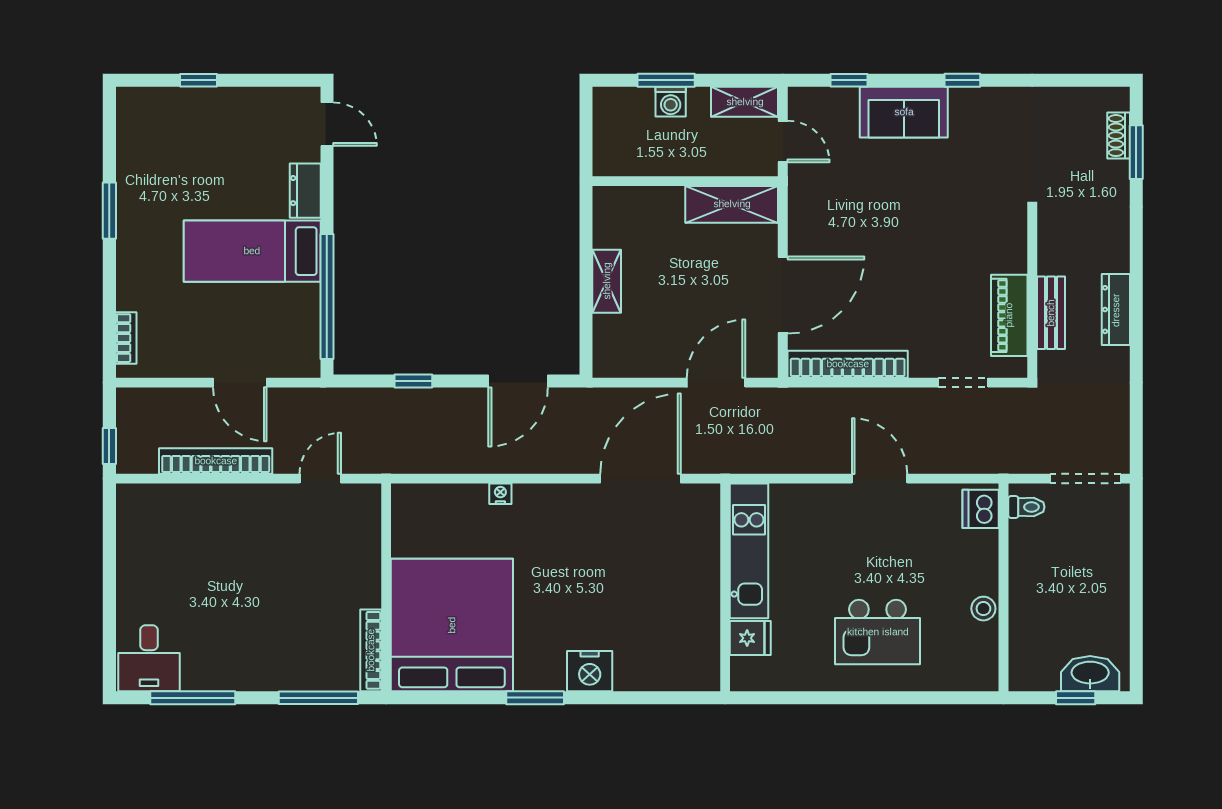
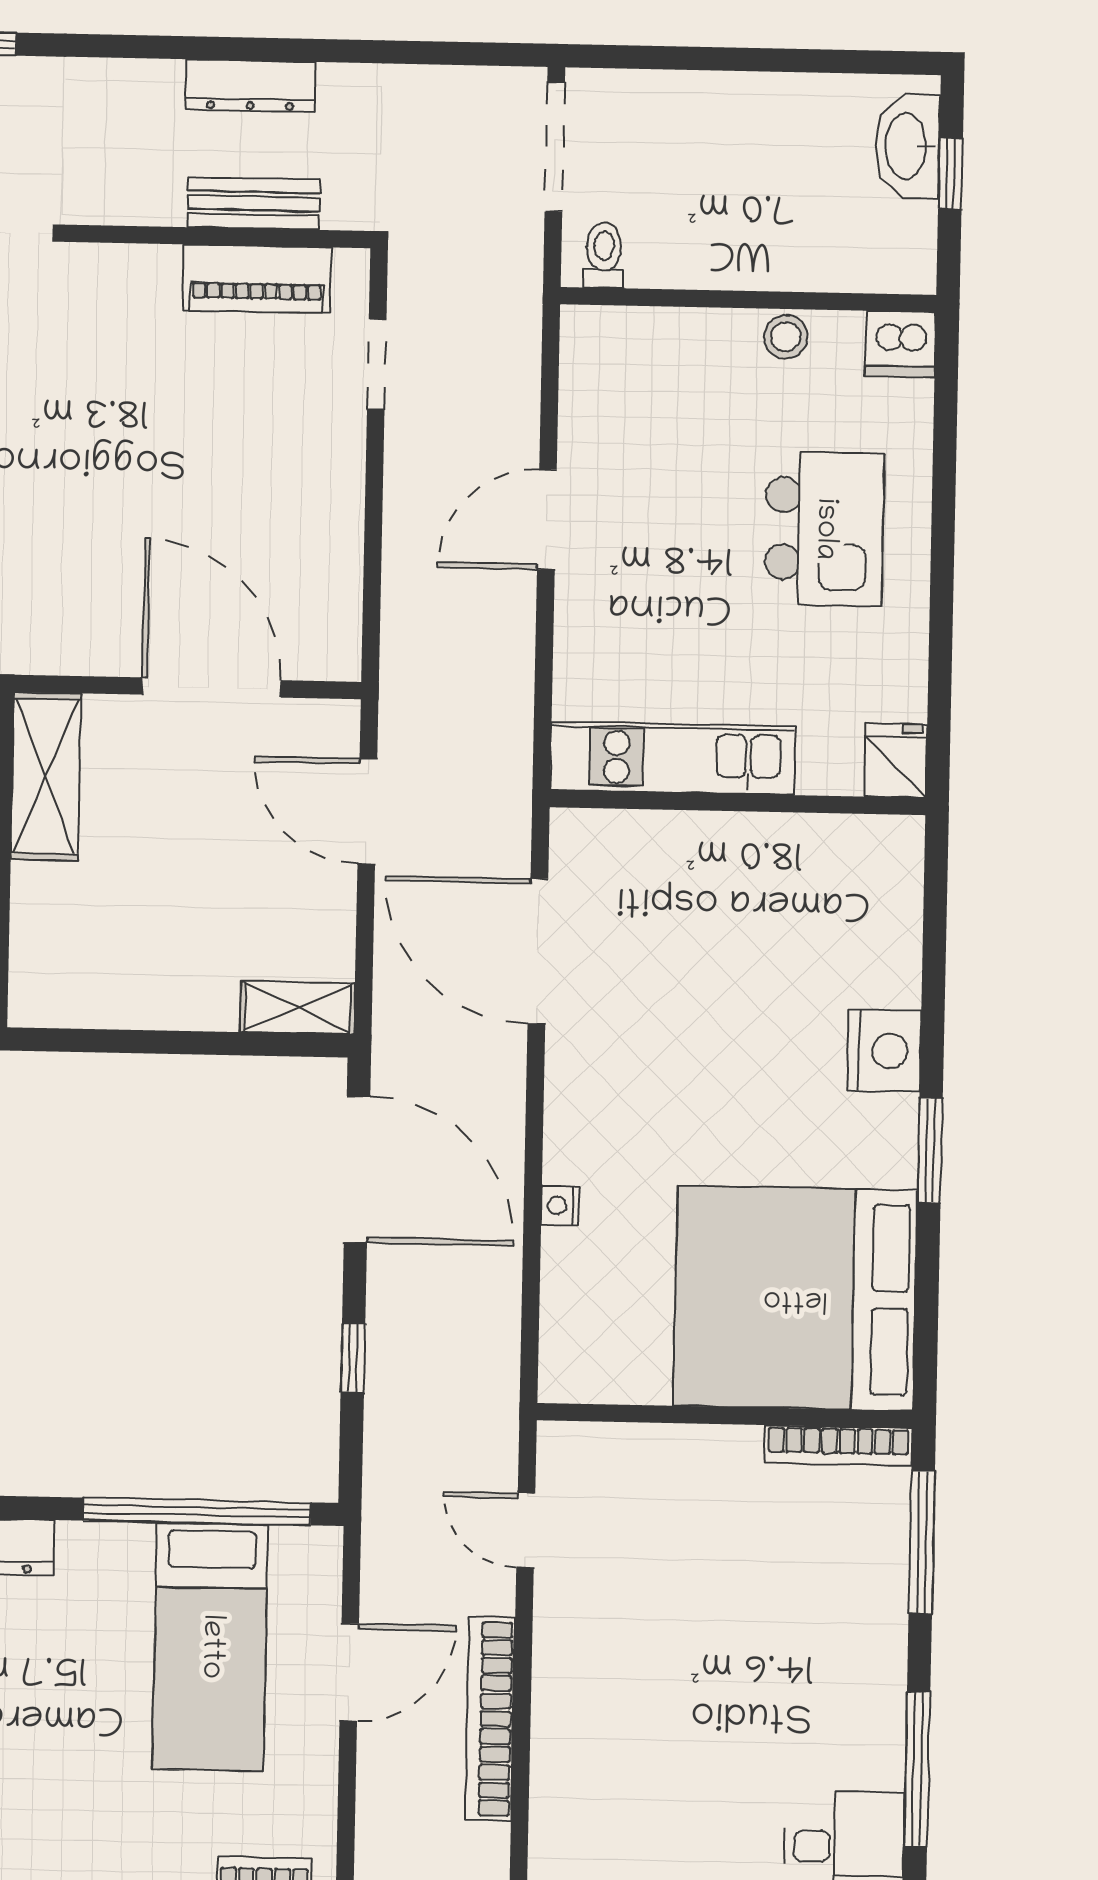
bed: (252, 251) -> (210, 1647), moved
shelving: (607, 281) -> (297, 1008), moved
bookcase: (848, 364) -> (339, 573), removed
door: (518, 381) -> (357, 1169), width x1.36
dishwasher: (981, 509) -> (900, 344), moved
fridge: (750, 638) -> (896, 760), moved

